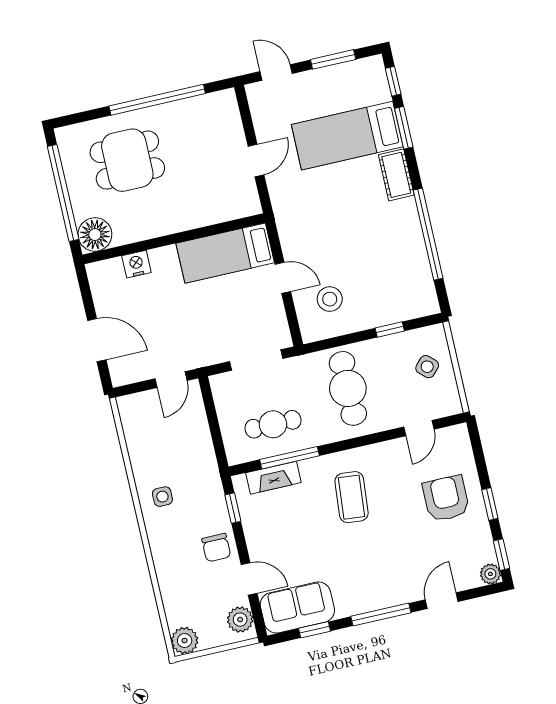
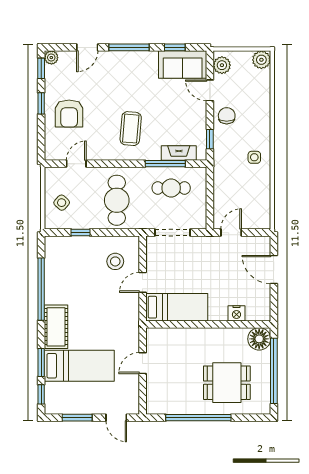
cot: (396, 175) -> (56, 327), width x1.37, depth x1.34
door: (283, 278) -> (143, 282), hinge flipped

